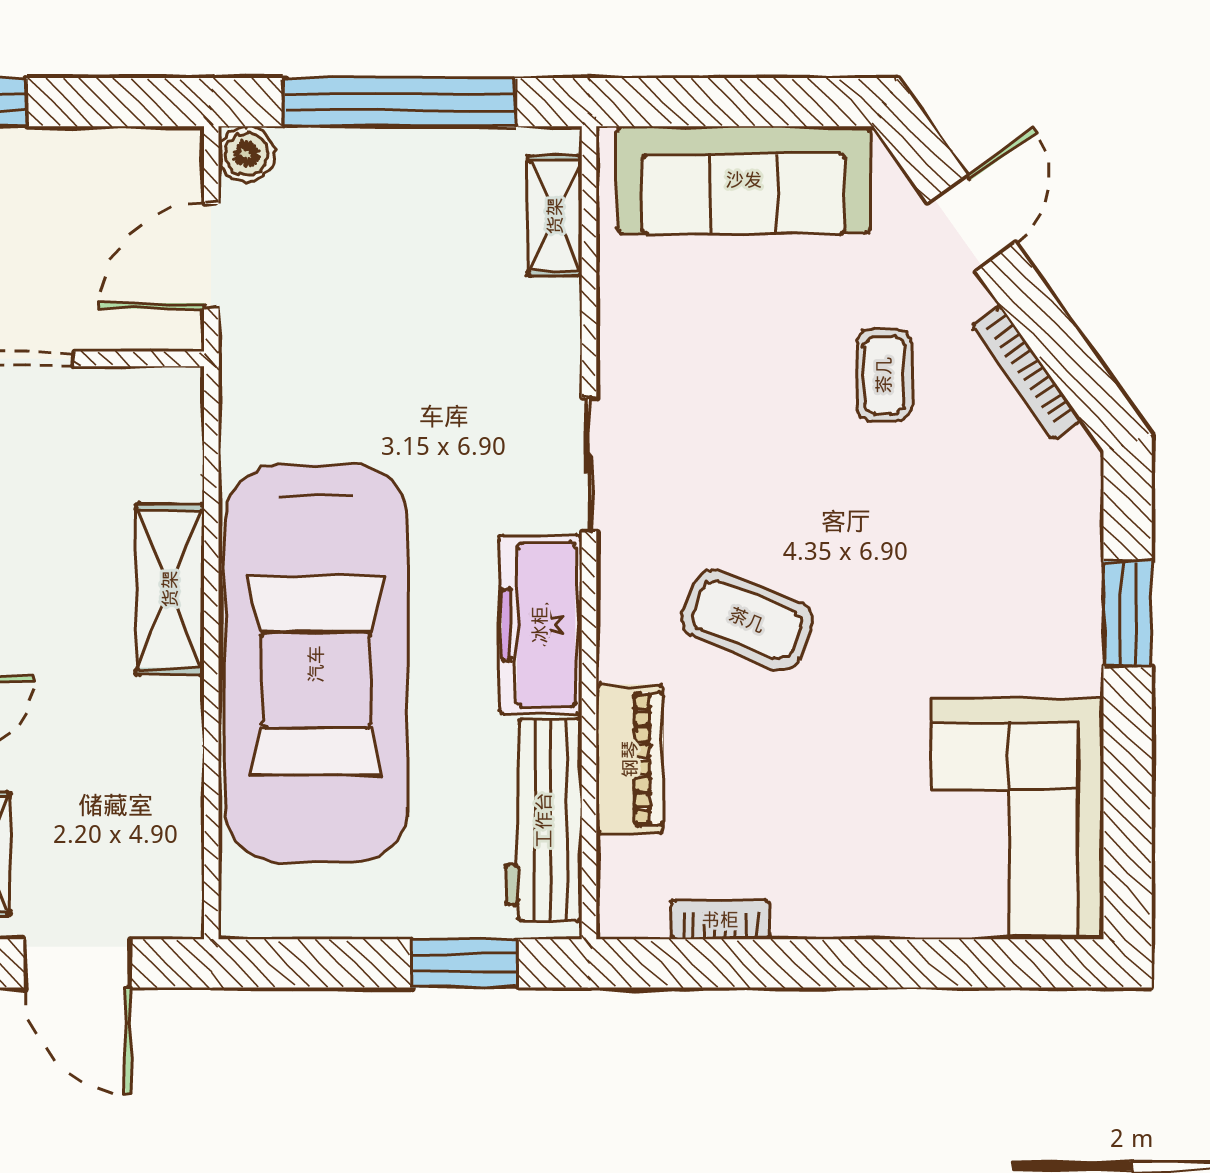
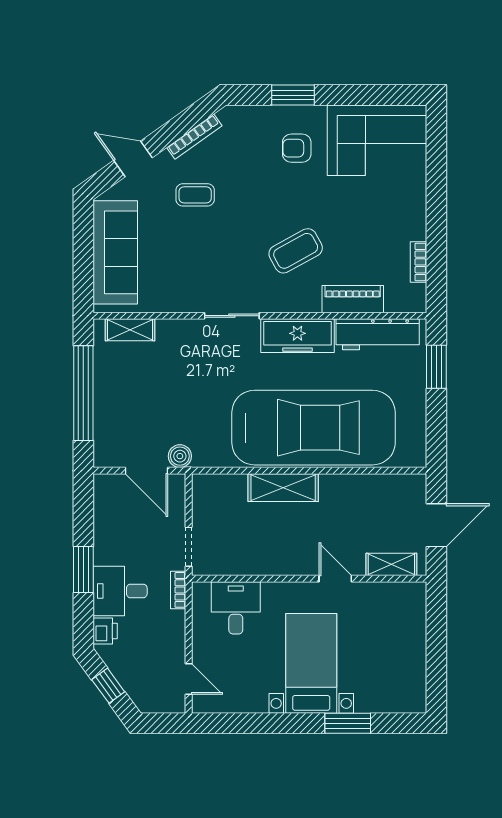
boiler: (246, 154) -> (180, 456), moved
coffee table: (747, 620) -> (296, 251), turned 39
armchair: (998, 623) -> (297, 148), added

